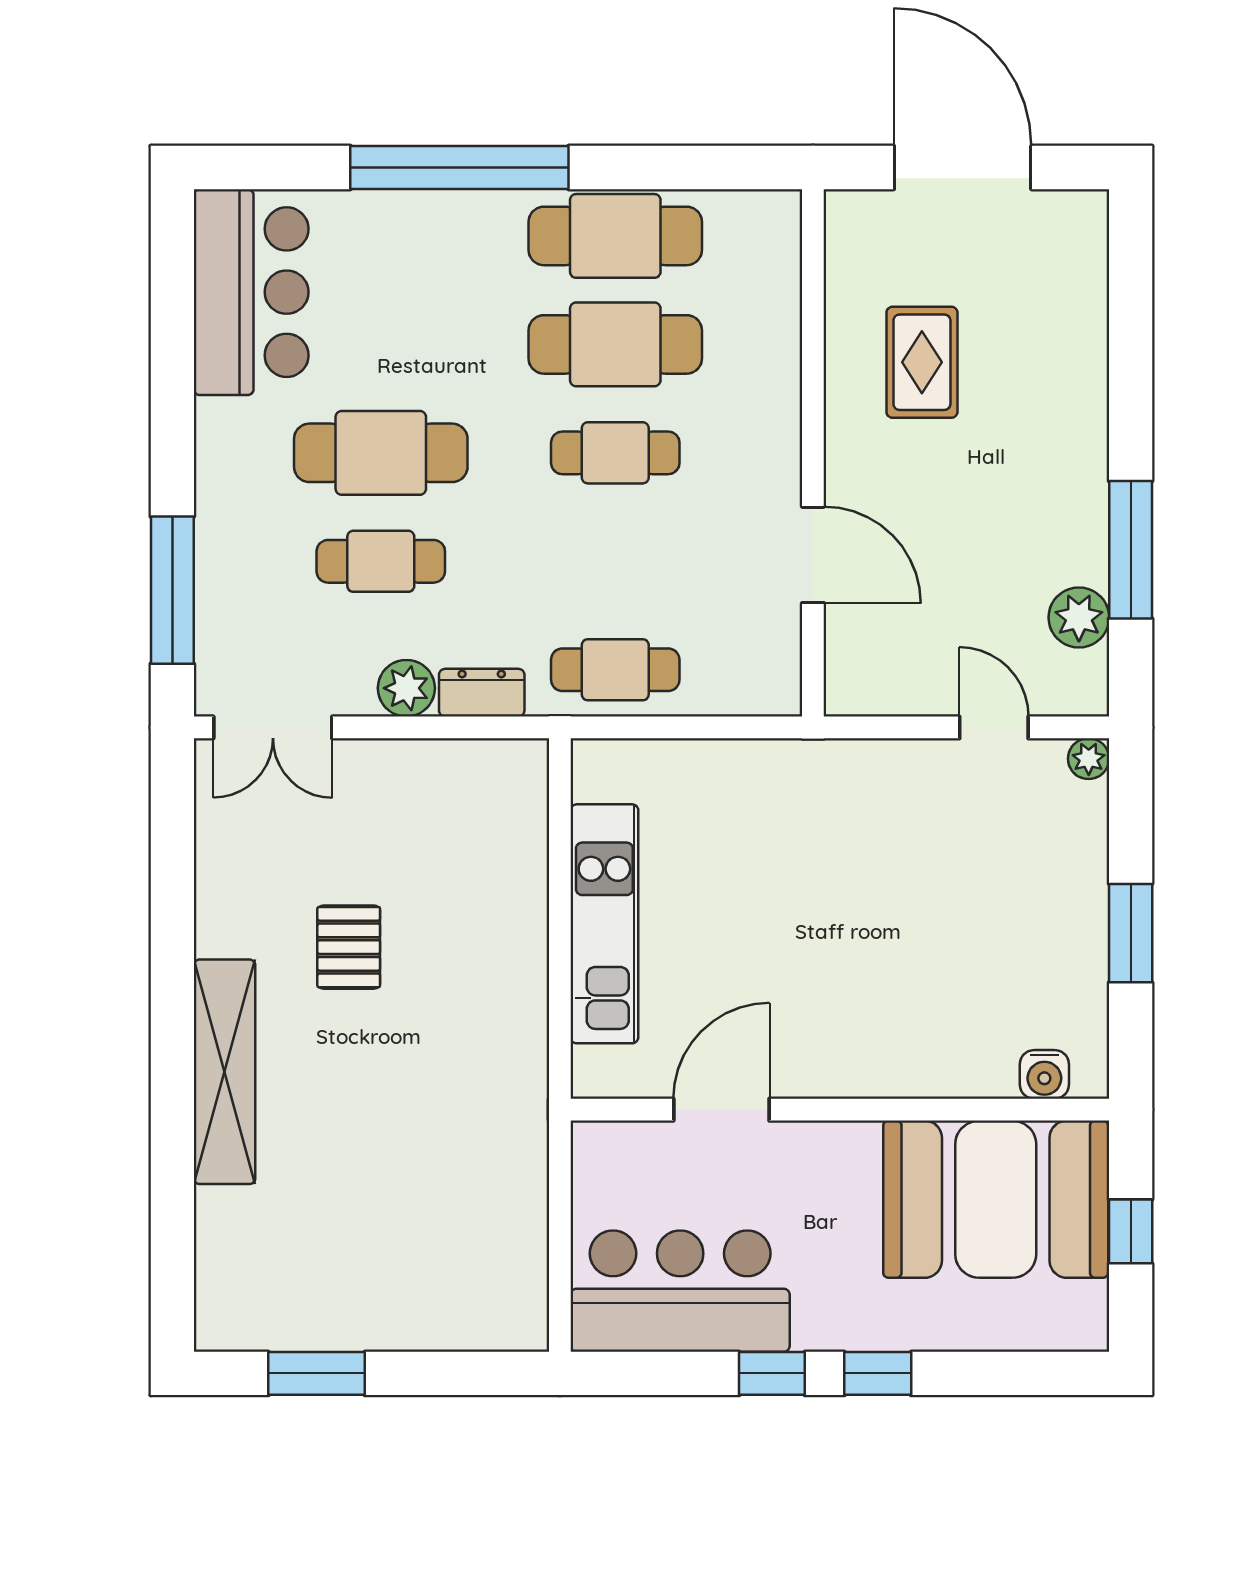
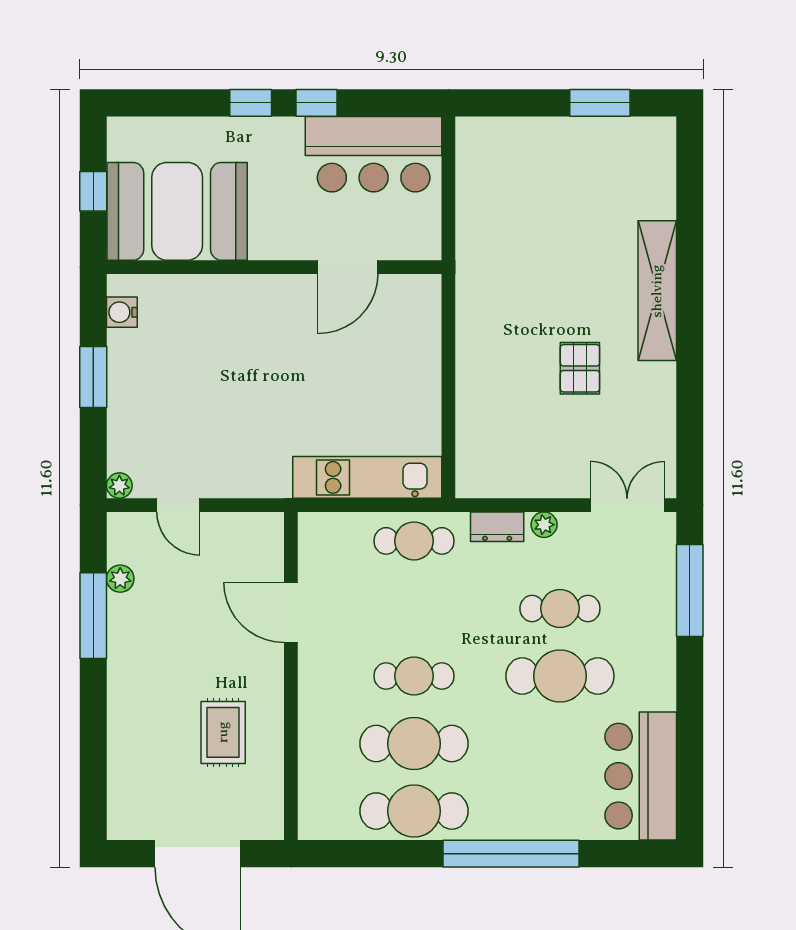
plant: (1079, 617) -> (120, 579), width x0.73, depth x0.73
plant: (406, 688) -> (544, 525), width x0.73, depth x0.73
kitchen unit: (604, 924) -> (367, 477), moved, turned 90
water cooler: (1044, 1074) -> (122, 312), moved, turned -90

